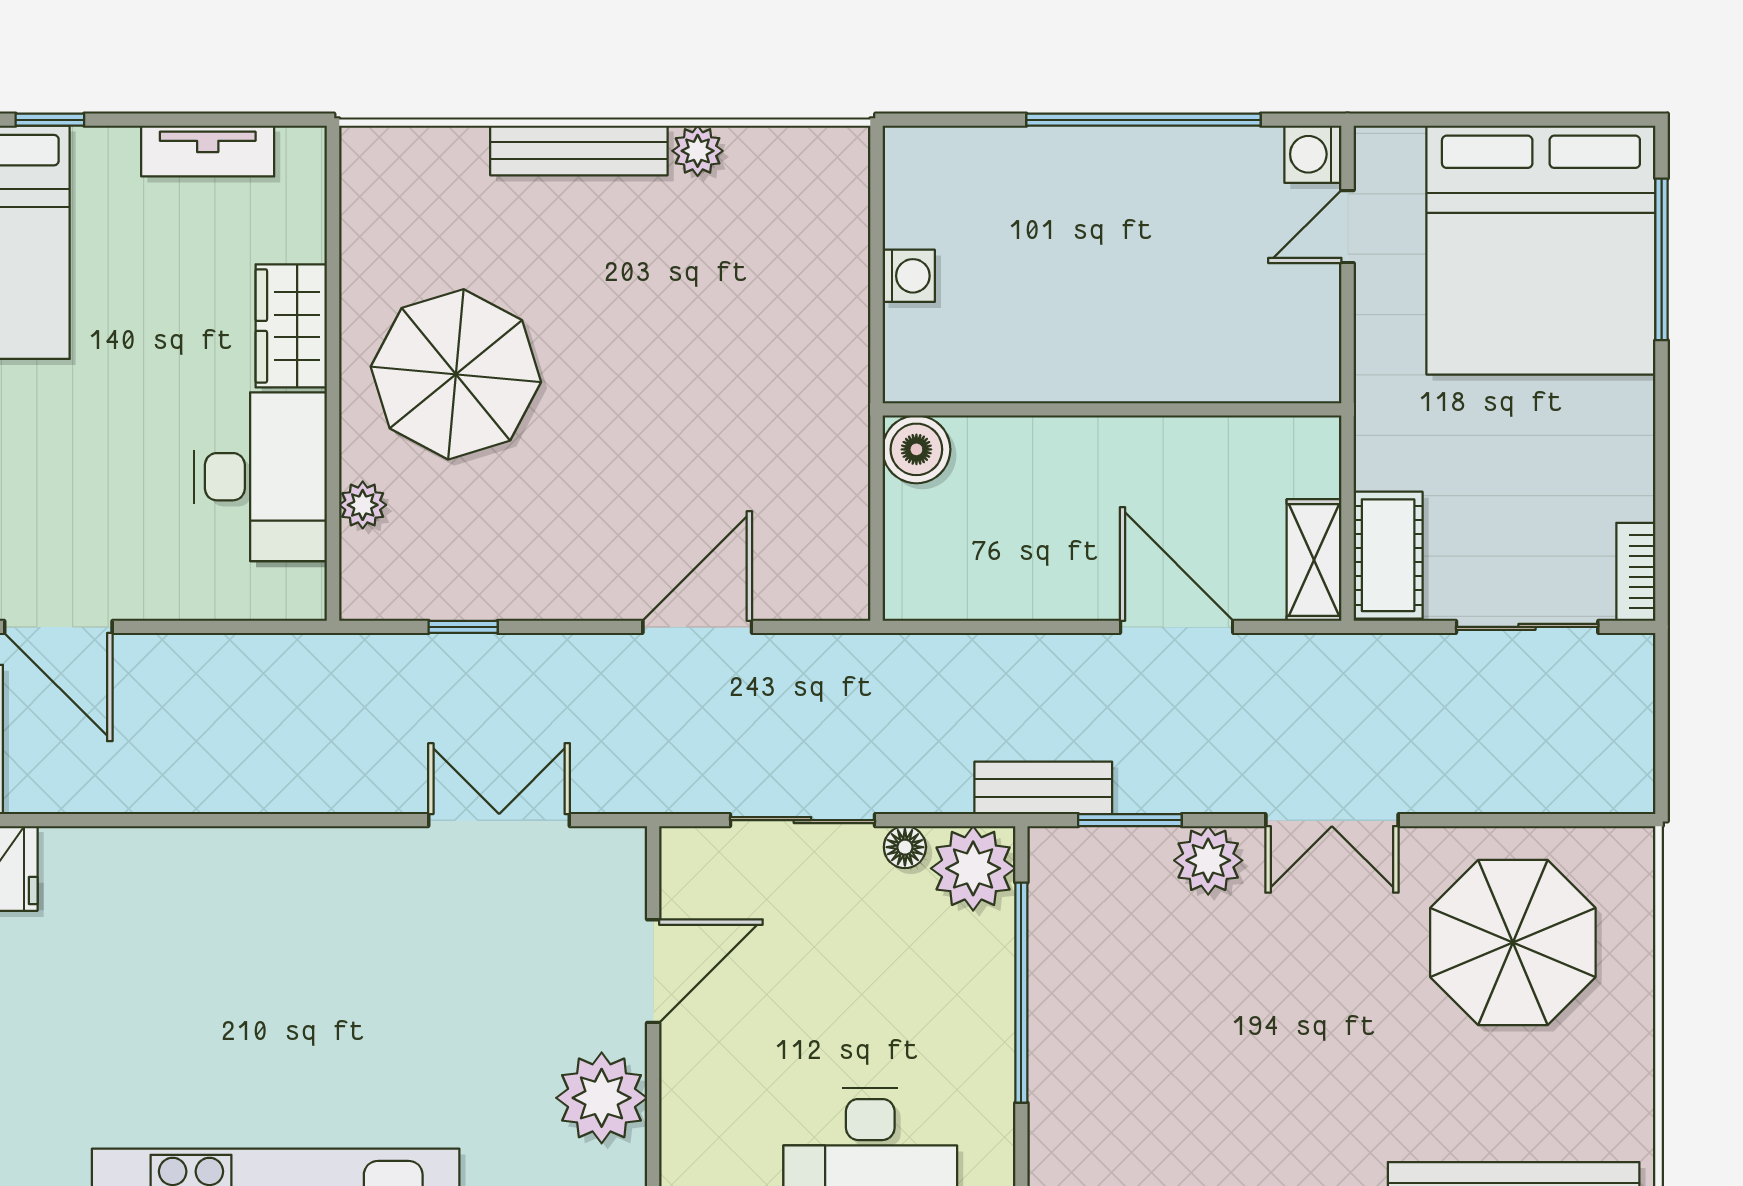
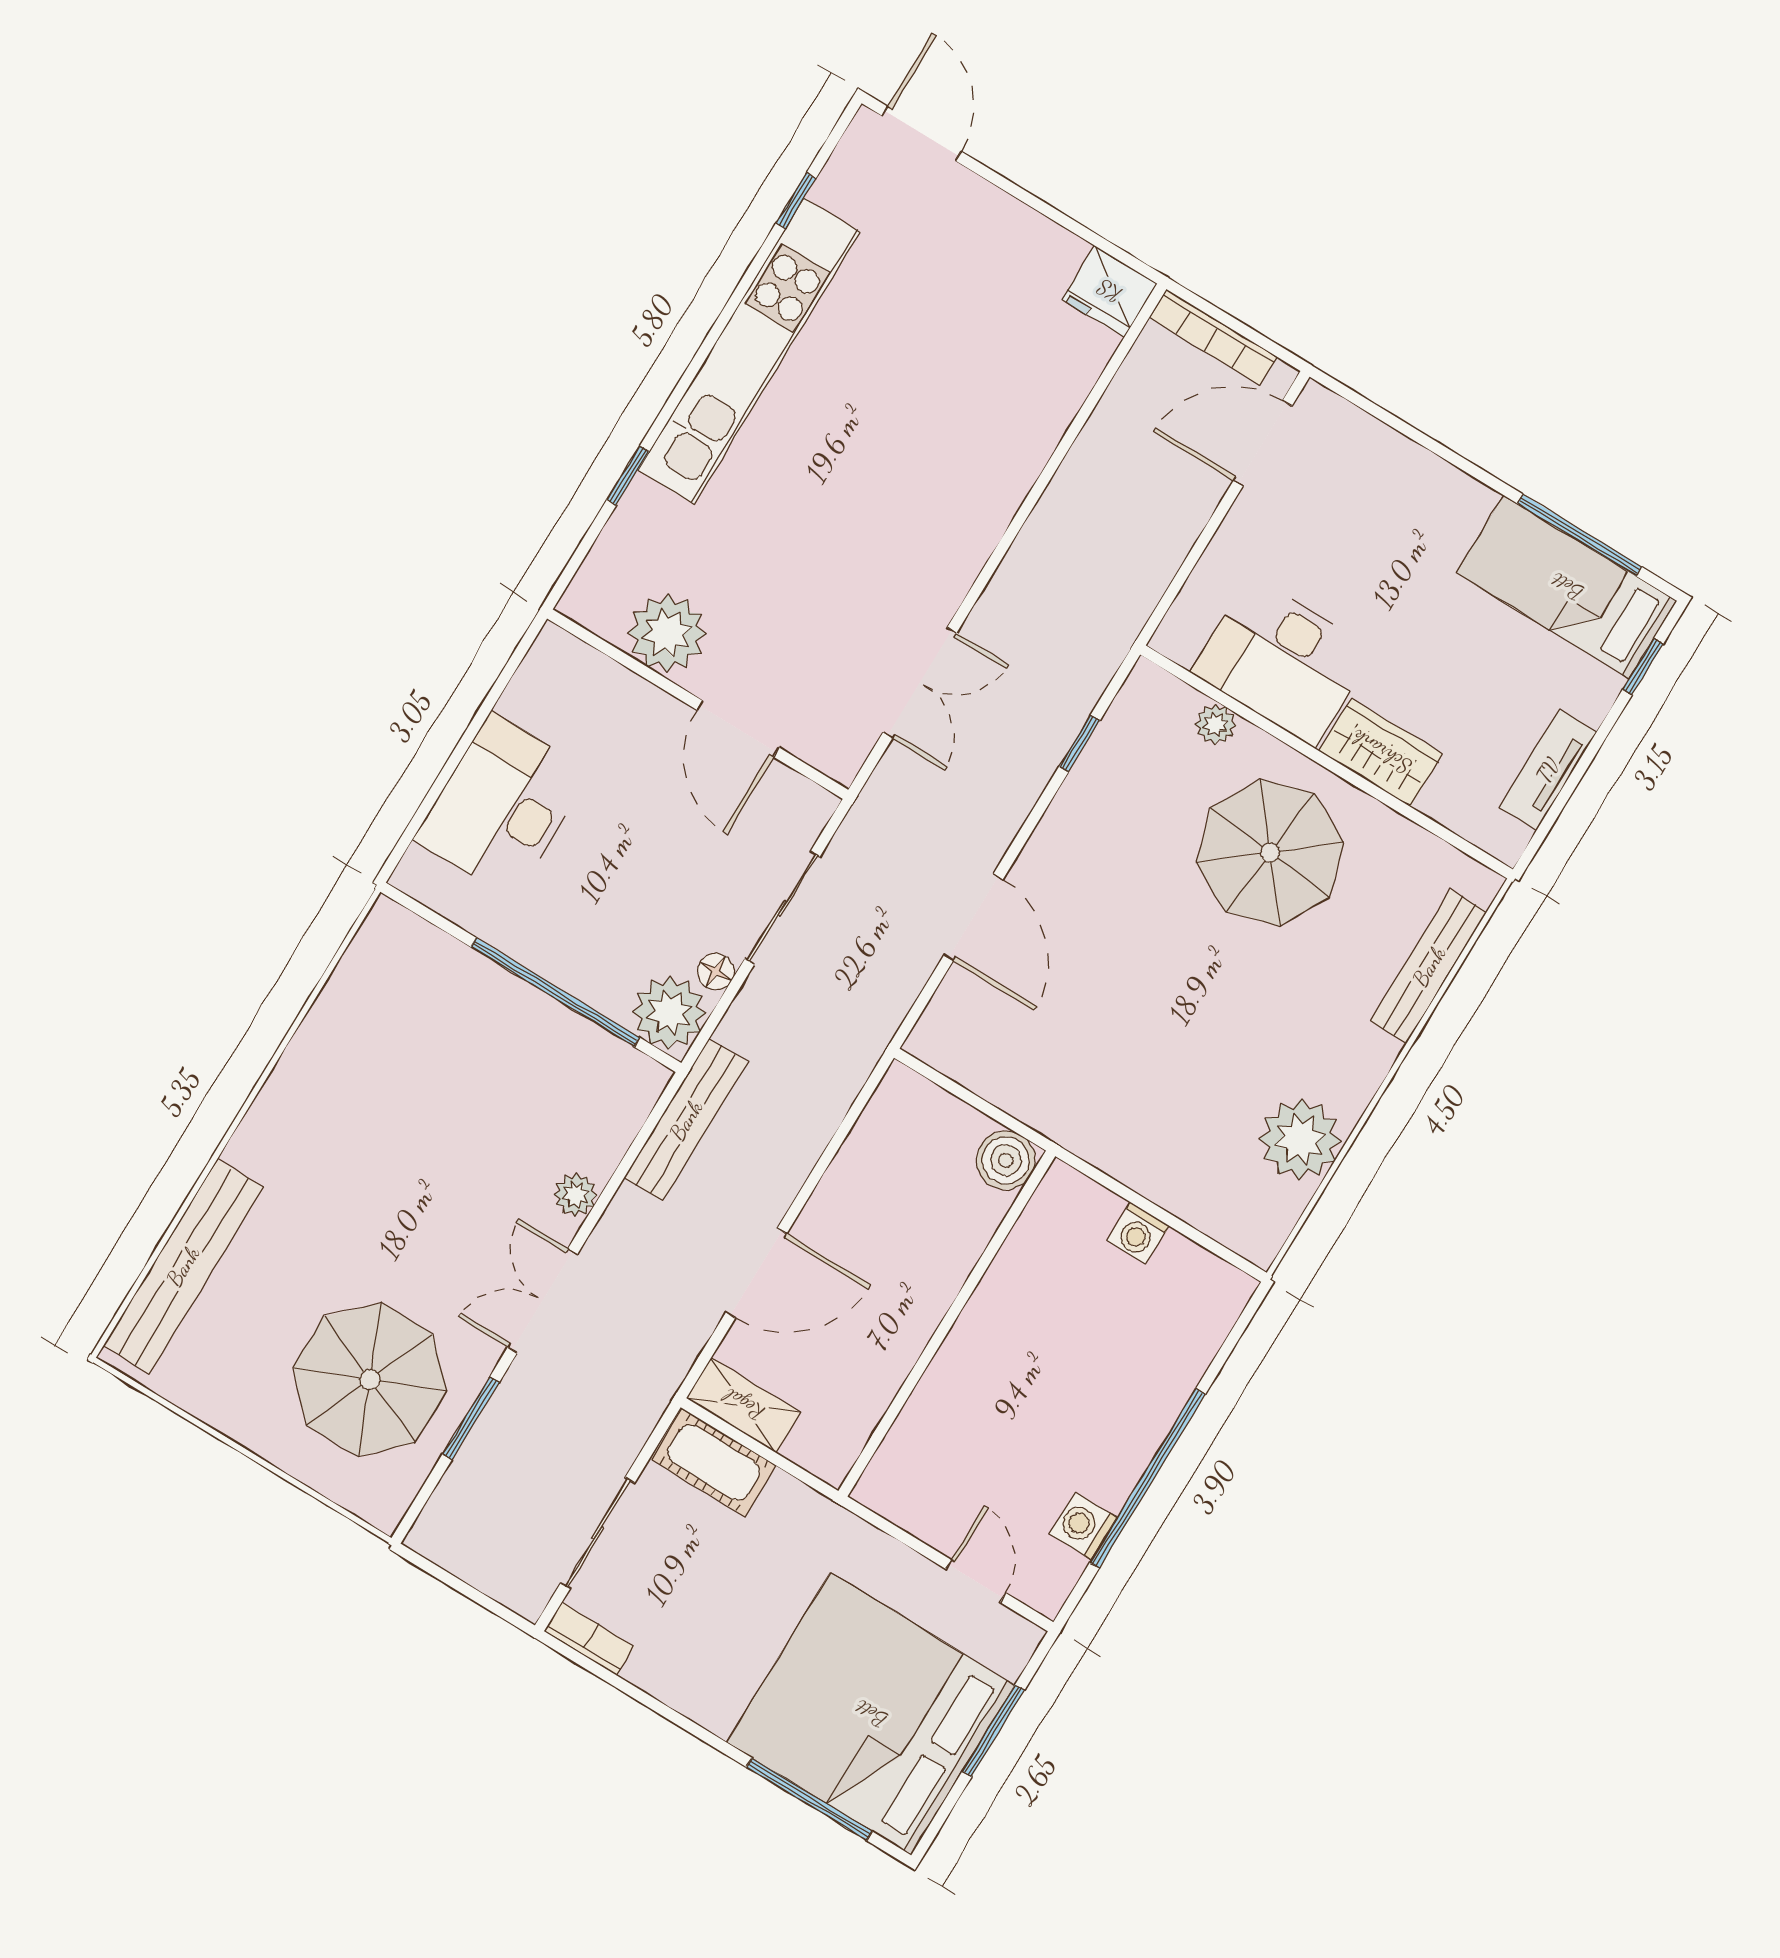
window: (1484, 120) -> (993, 1731), added
bench: (579, 150) -> (1429, 966), moved
plant: (698, 151) -> (1300, 1140), width x1.88, depth x1.88
washing machine: (1313, 154) -> (1083, 1526), moved, turned -90
bench: (1043, 788) -> (686, 1120), width x1.36
window: (1130, 820) -> (471, 1418), moved
plant: (1208, 860) -> (576, 1195), width x0.73, depth x0.73

